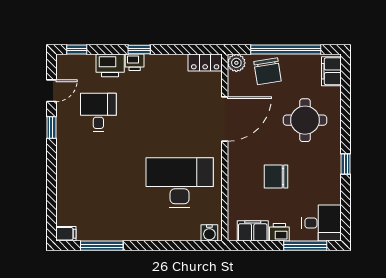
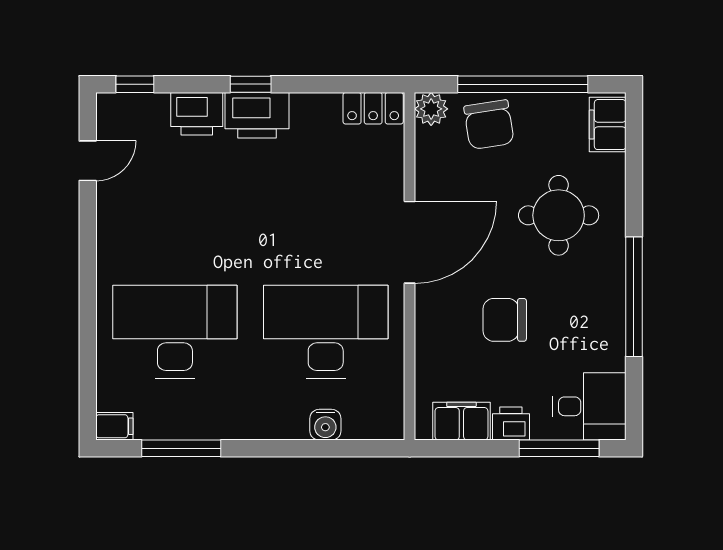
printer: (135, 62) -> (257, 115), width x1.87, depth x1.48
desk: (98, 112) -> (175, 332), moved, width x1.87, depth x1.30
door: (225, 119) -> (410, 242), moved
window: (51, 128) -> (88, 229), removed
window: (346, 164) -> (634, 297), width x3.17
water cooler: (209, 233) -> (325, 425), moved

